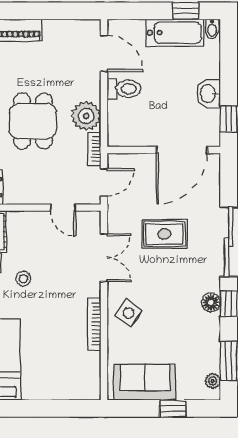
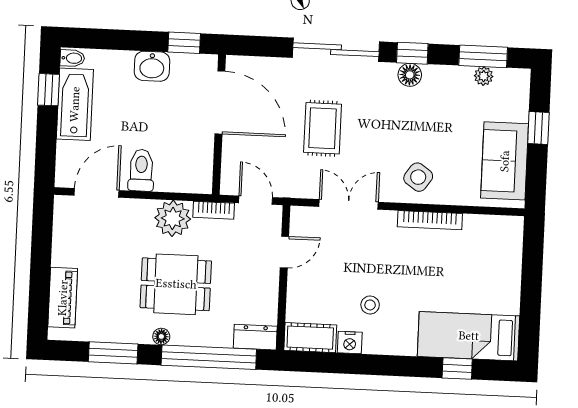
plant: (213, 381) -> (484, 76), moved

